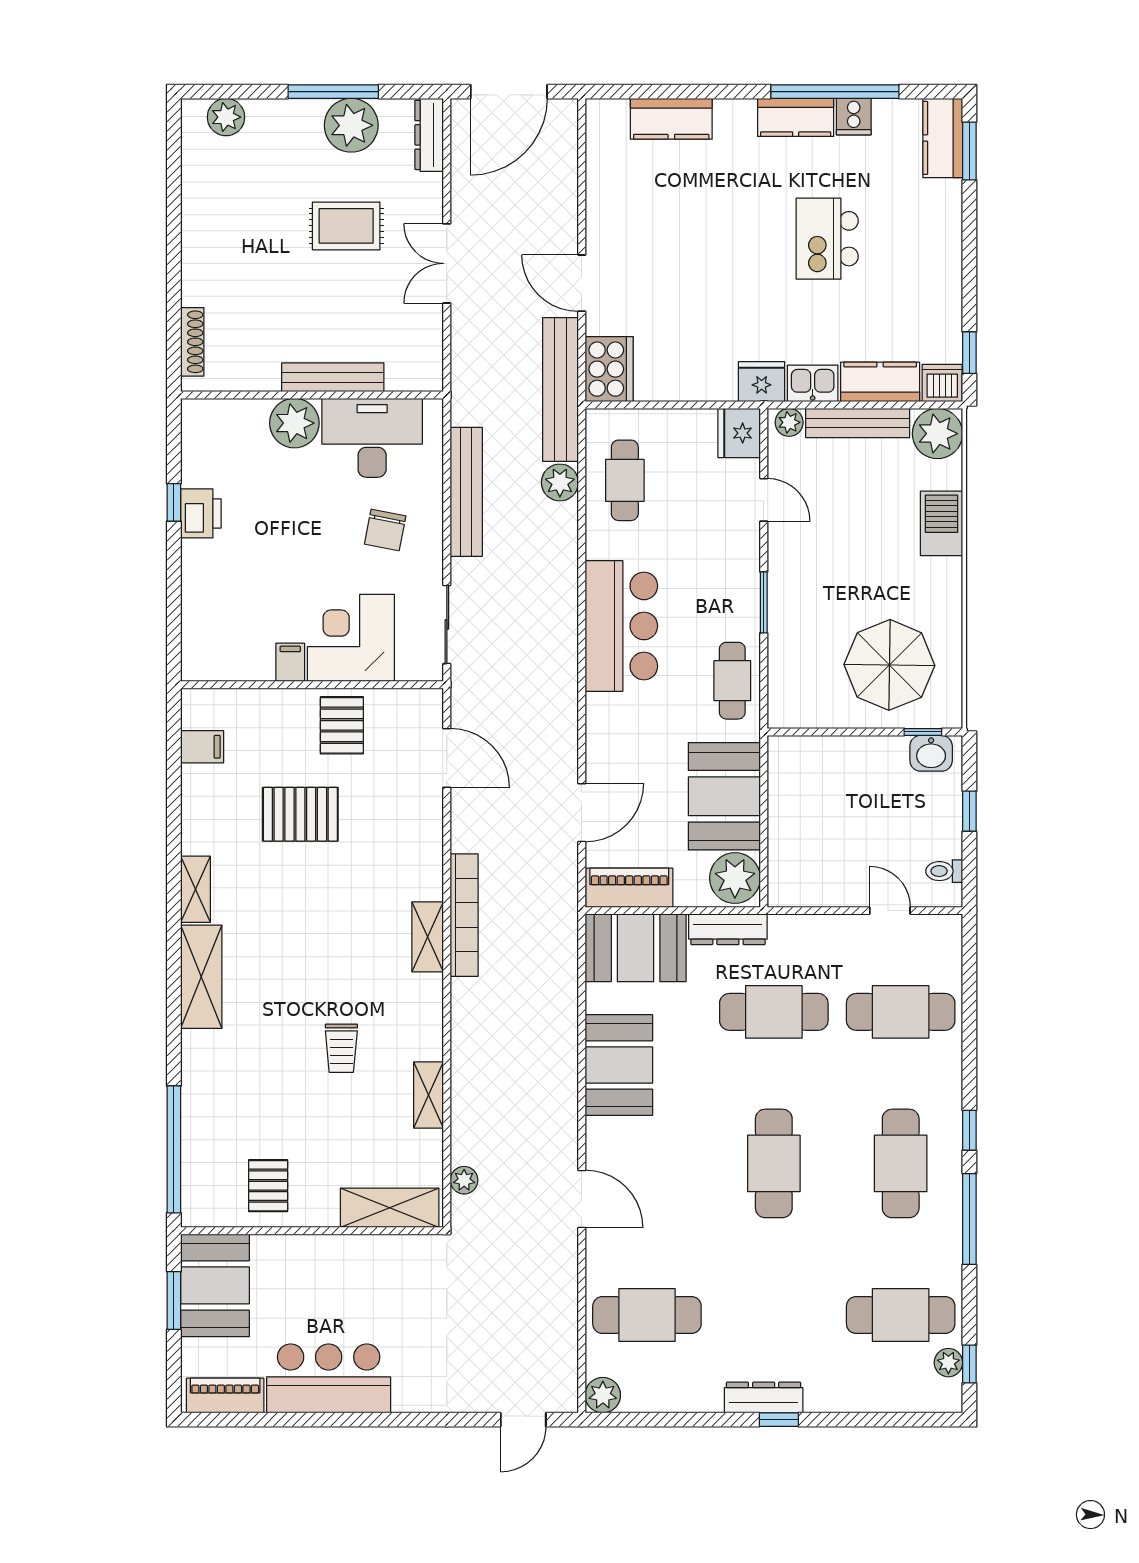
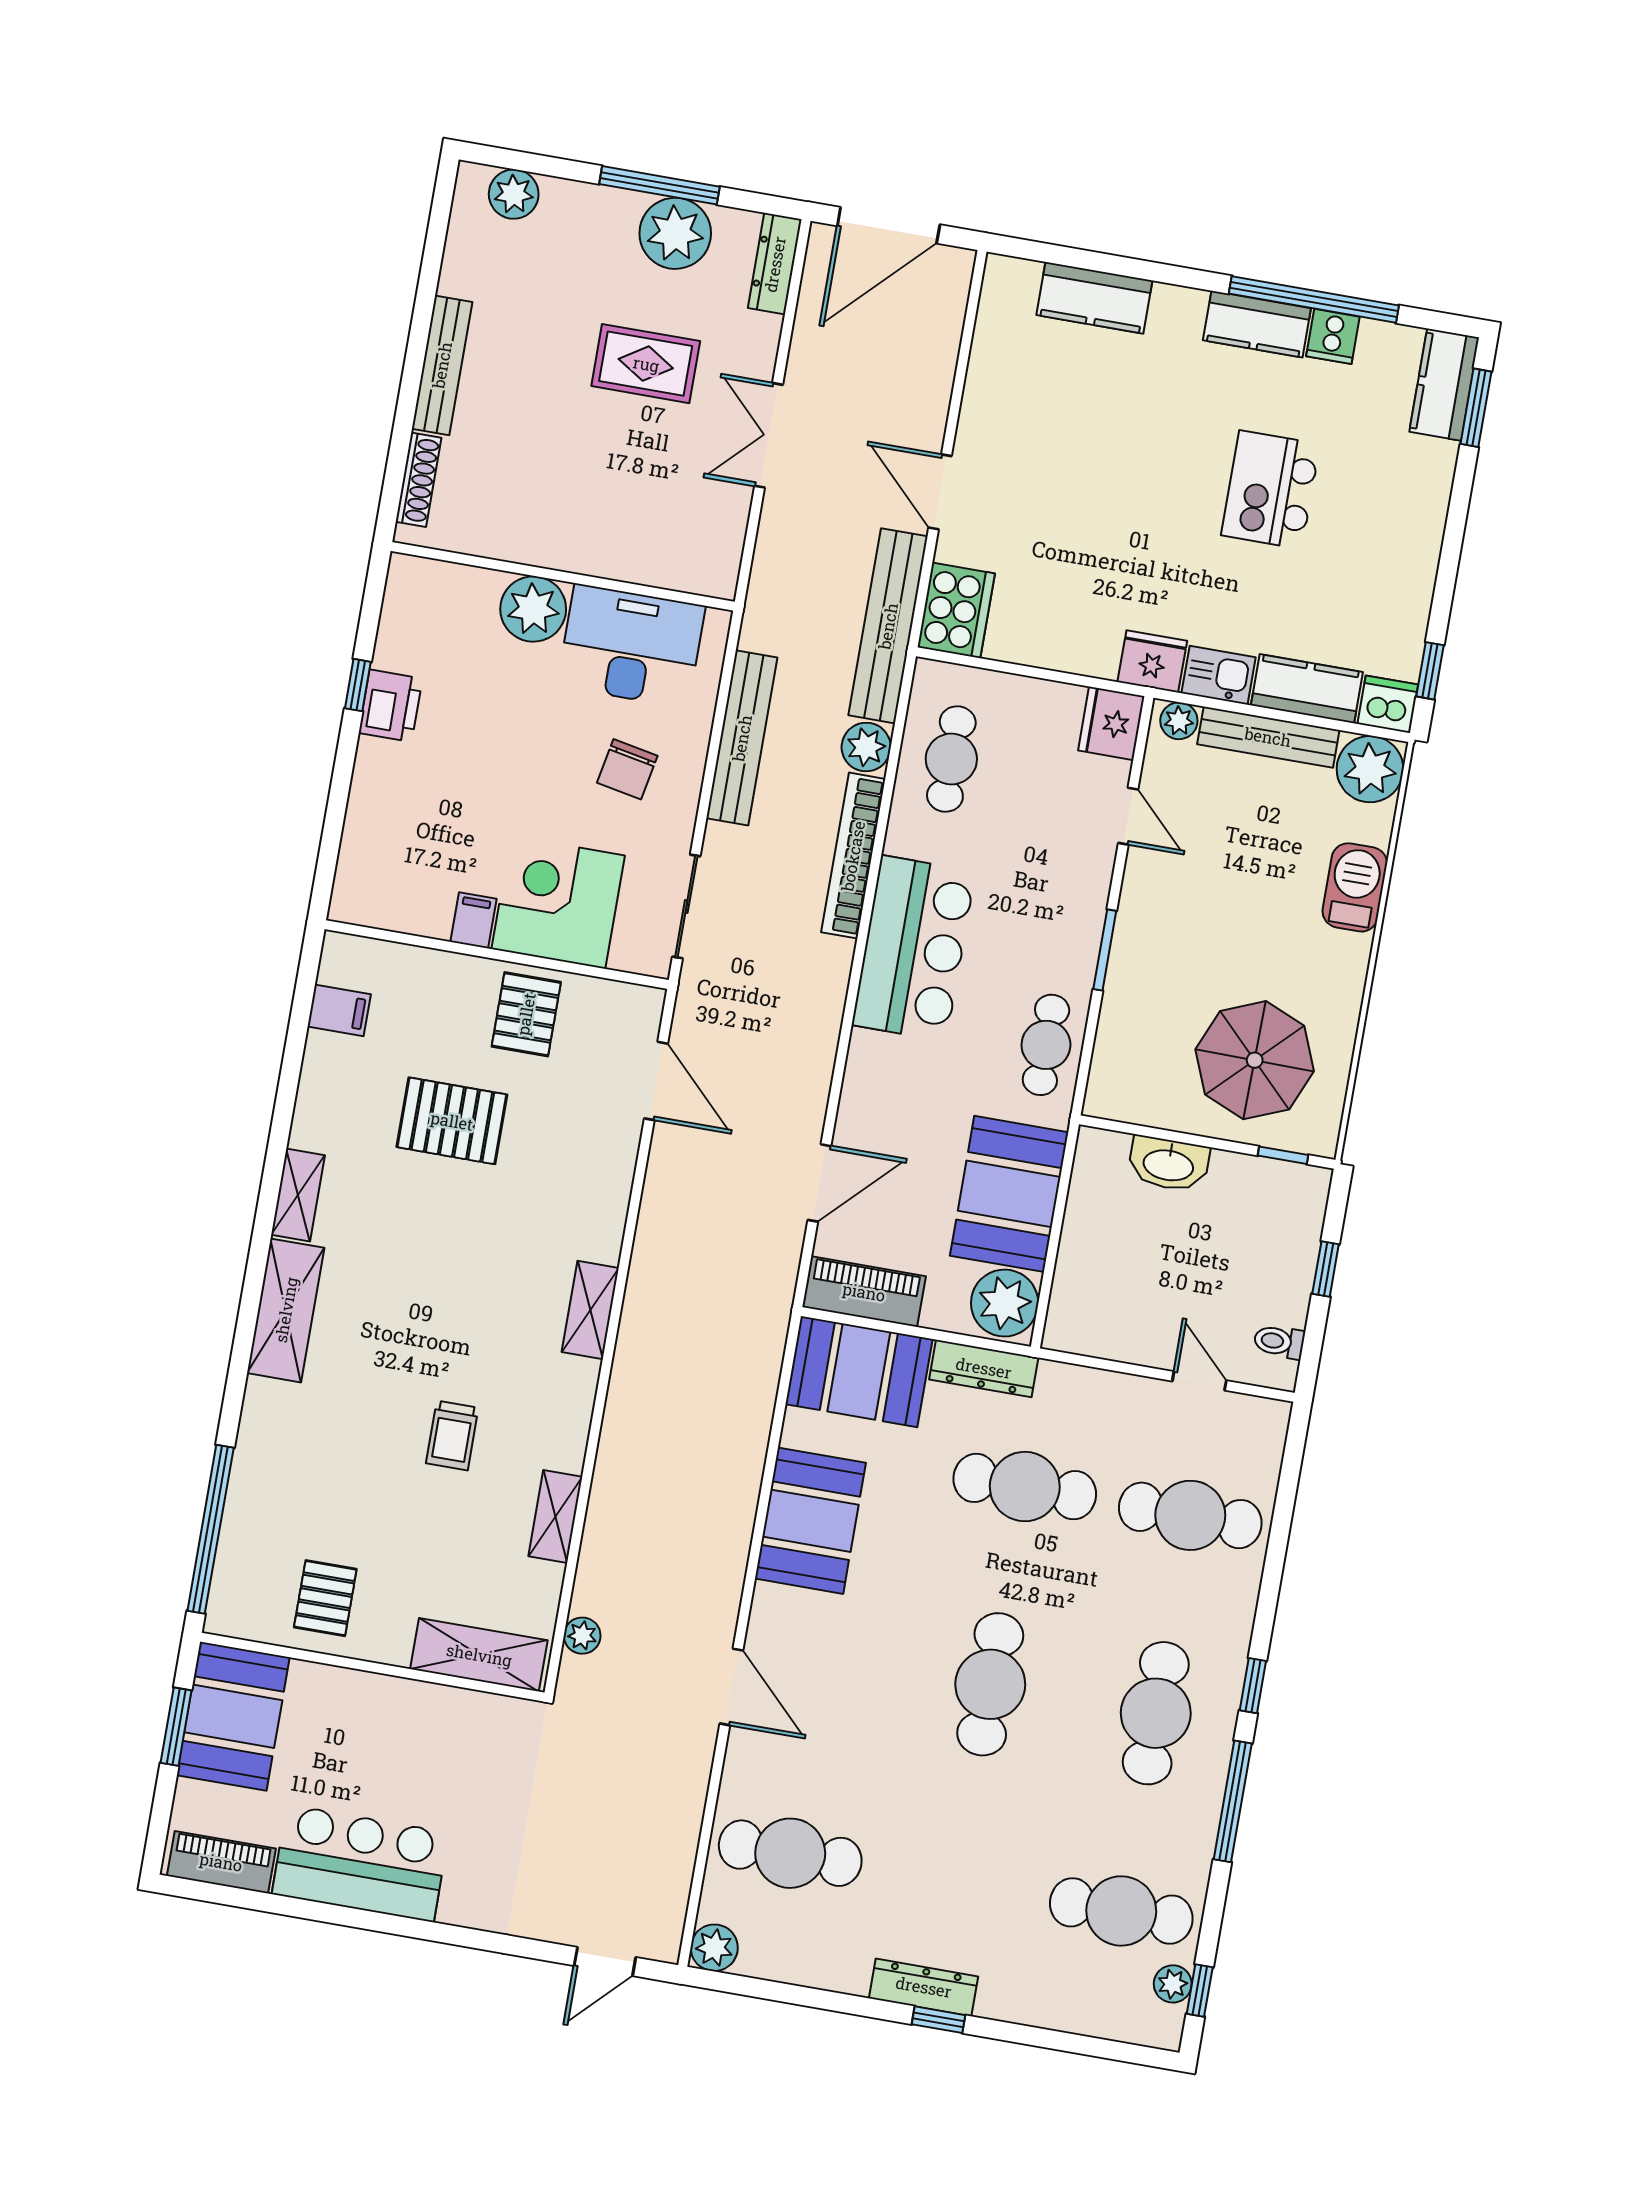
bench: (333, 377) -> (442, 365), moved, turned 90
washbasin: (931, 753) -> (1169, 1164), moved, width x1.38
bookcase: (464, 915) -> (853, 856), moved, turned 180

